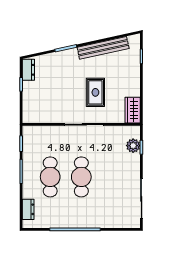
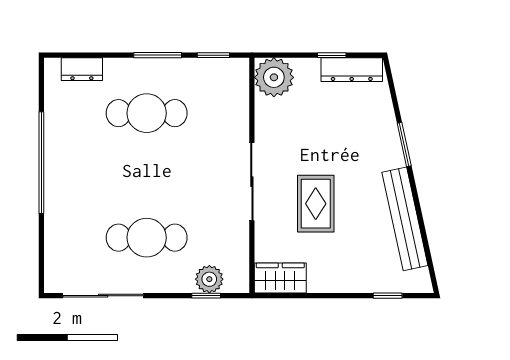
dresser: (28, 70) -> (352, 70), width x1.44
rug: (95, 92) -> (316, 204), turned 90
plant: (32, 113) -> (274, 77), added
cafe table: (81, 177) -> (147, 238), moved

